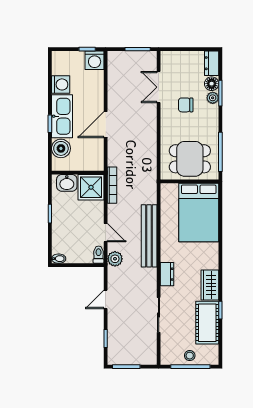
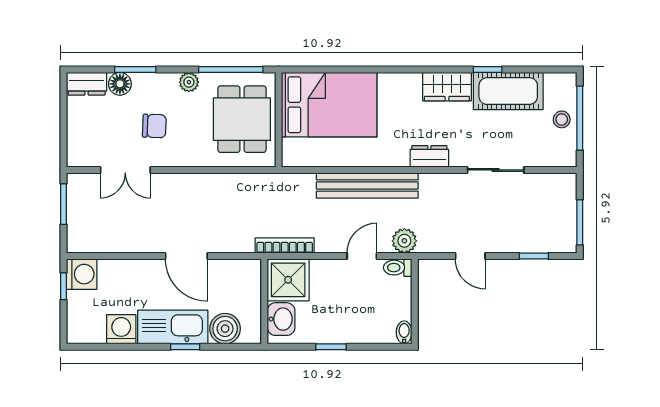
plant: (213, 98) -> (189, 82), moved
chair: (186, 105) -> (154, 126), turned -88

